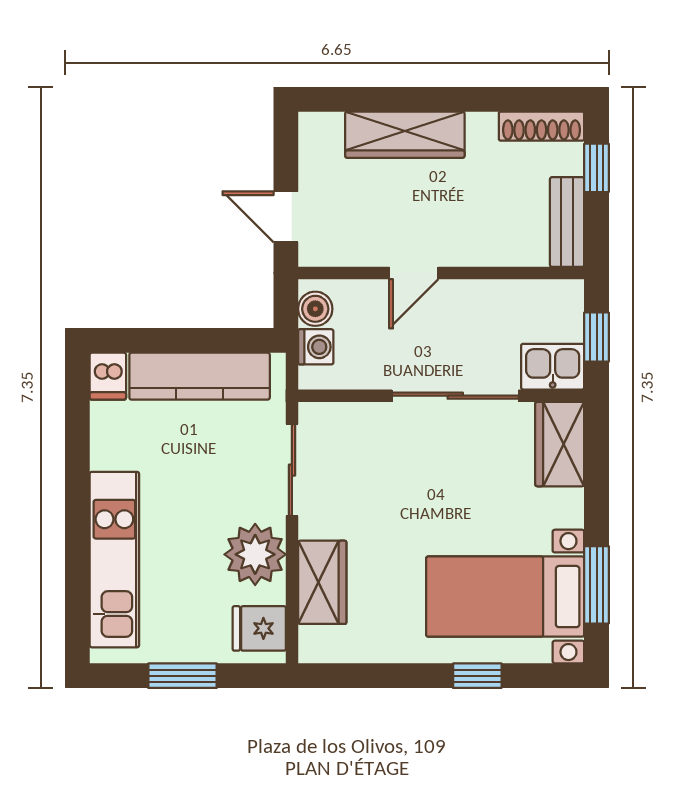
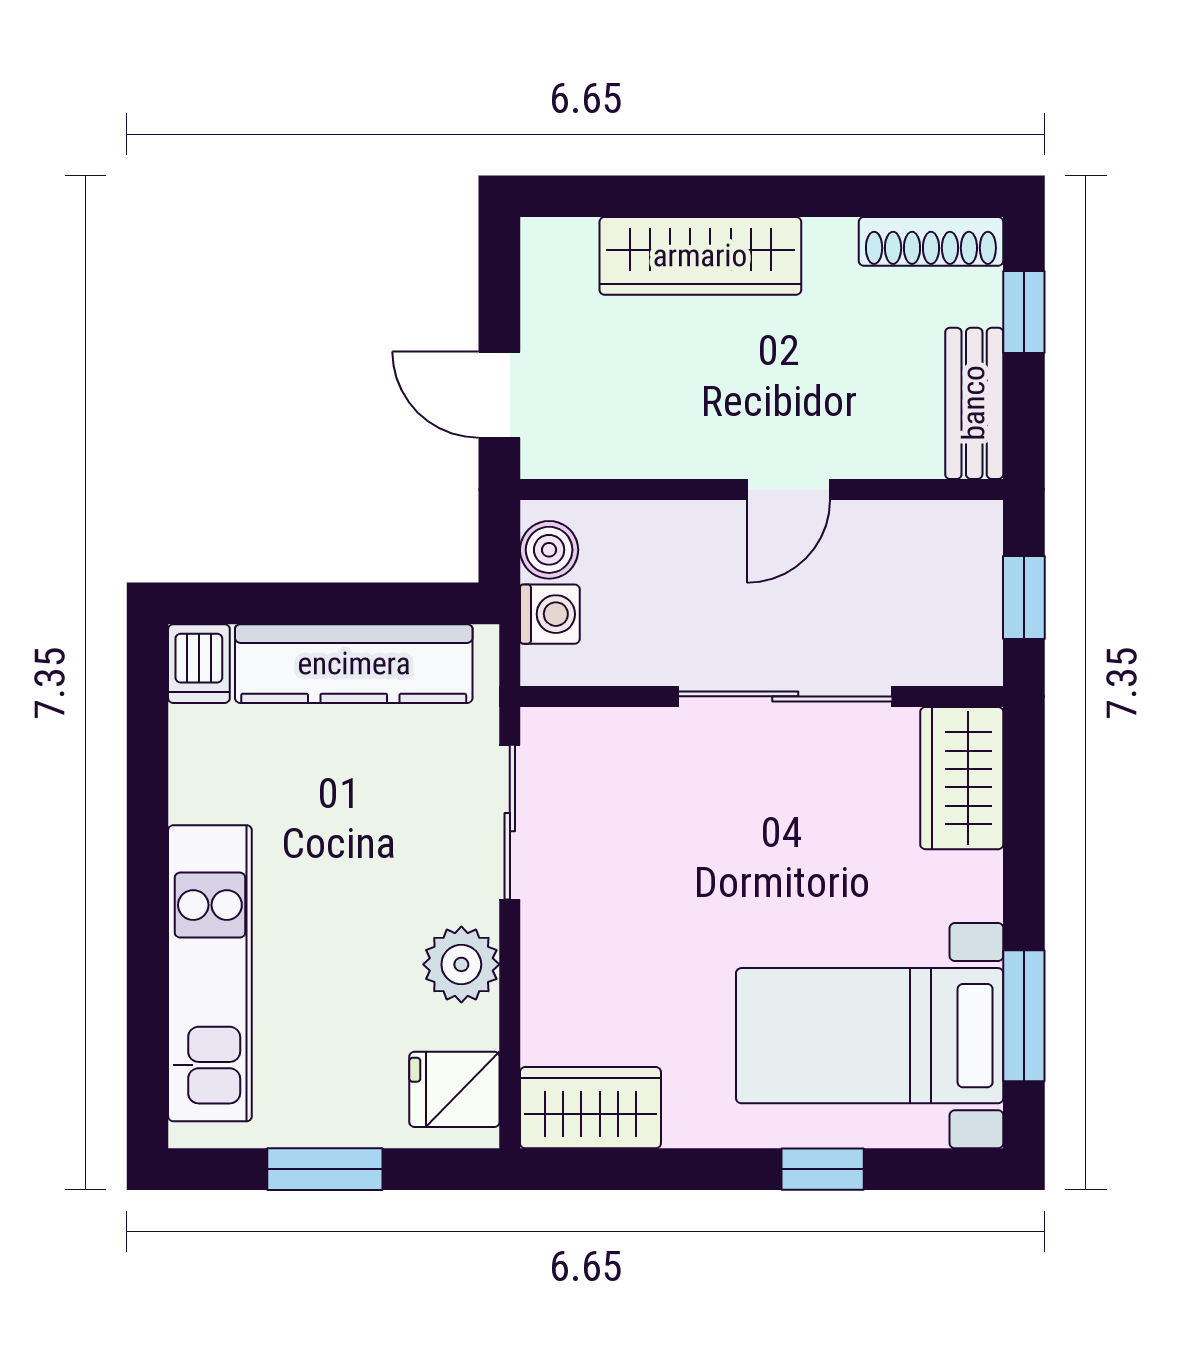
door: (414, 273) -> (788, 489), moved
kitchen sink: (553, 367) -> (950, 647), removed
plant: (255, 554) -> (461, 964), width x0.73, depth x0.73
wardrobe: (322, 582) -> (590, 1108), moved, turned -90

